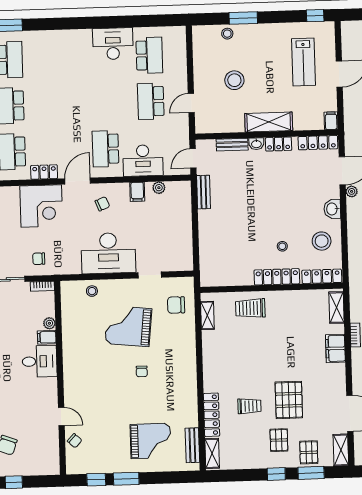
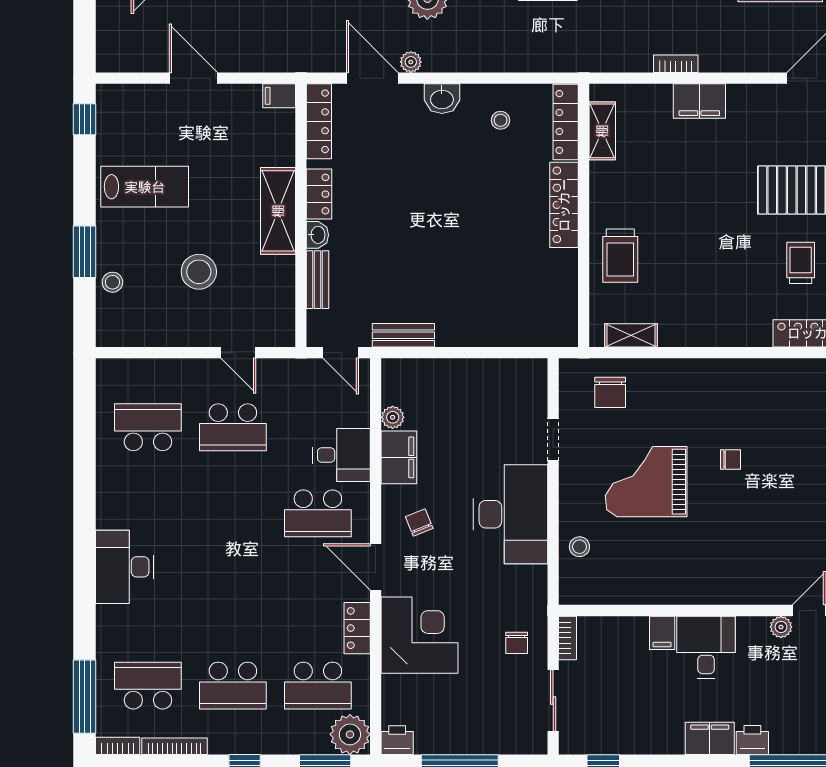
desk: (113, 44) -> (125, 567), moved
lab bench: (303, 62) -> (145, 187), moved
desk: (143, 160) -> (342, 455), width x0.73
filing cabinet: (137, 192) -> (399, 457), width x2.00
stool: (322, 241) -> (501, 120), width x0.53, depth x0.53
stool: (282, 246) -> (508, 193), removed
shelving: (336, 308) -> (602, 131), moved, turned 90
plant: (49, 323) -> (781, 627), moved
grand piano: (128, 326) -> (646, 482), turned 84

